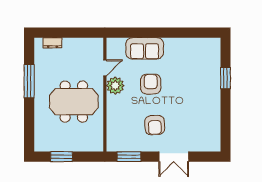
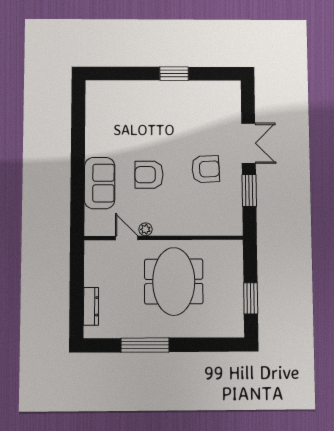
dresser: (52, 43) -> (91, 306), width x1.44
window: (225, 78) -> (174, 74), moved
plant: (115, 86) -> (146, 229), width x0.53, depth x0.53
window: (129, 157) -> (249, 190), moved

